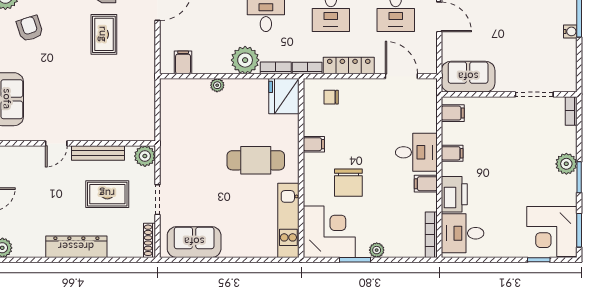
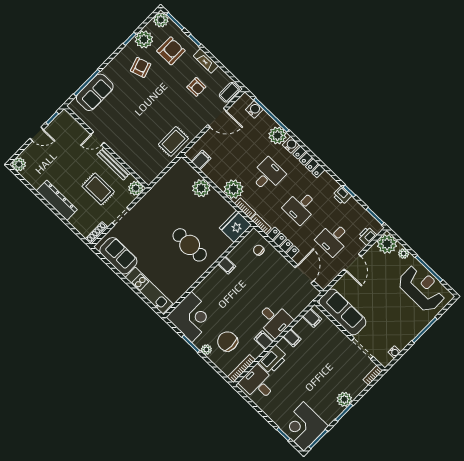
water cooler: (570, 31) -> (394, 352), moved
rug: (104, 34) -> (173, 141), moved
sofa: (468, 77) -> (343, 312), width x1.36
plant: (217, 85) -> (201, 188), width x1.88, depth x1.88
chair: (348, 183) -> (228, 341), moved, turned 90
kitchen unit: (288, 220) -> (149, 291), moved, turned 90

